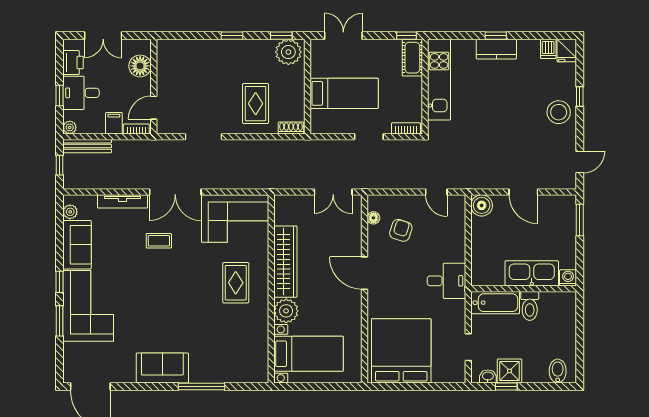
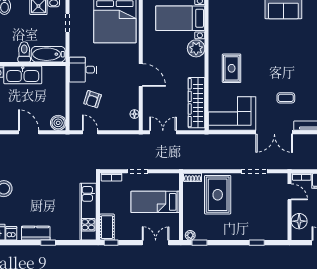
window: (232, 36) -> (257, 243), moved
double door: (343, 36) -> (156, 243), swing flipped
kitchen counter: (496, 49) -> (36, 233), moved
plant: (288, 52) -> (190, 235), width x0.53, depth x0.53
rug: (256, 104) -> (218, 195), width x1.36, depth x1.43
door: (154, 108) -> (289, 192), hinge flipped
double door: (175, 192) -> (274, 132), swing flipped
armchair: (401, 230) -> (93, 99), moved
wardrobe: (285, 262) -> (197, 103), moved

